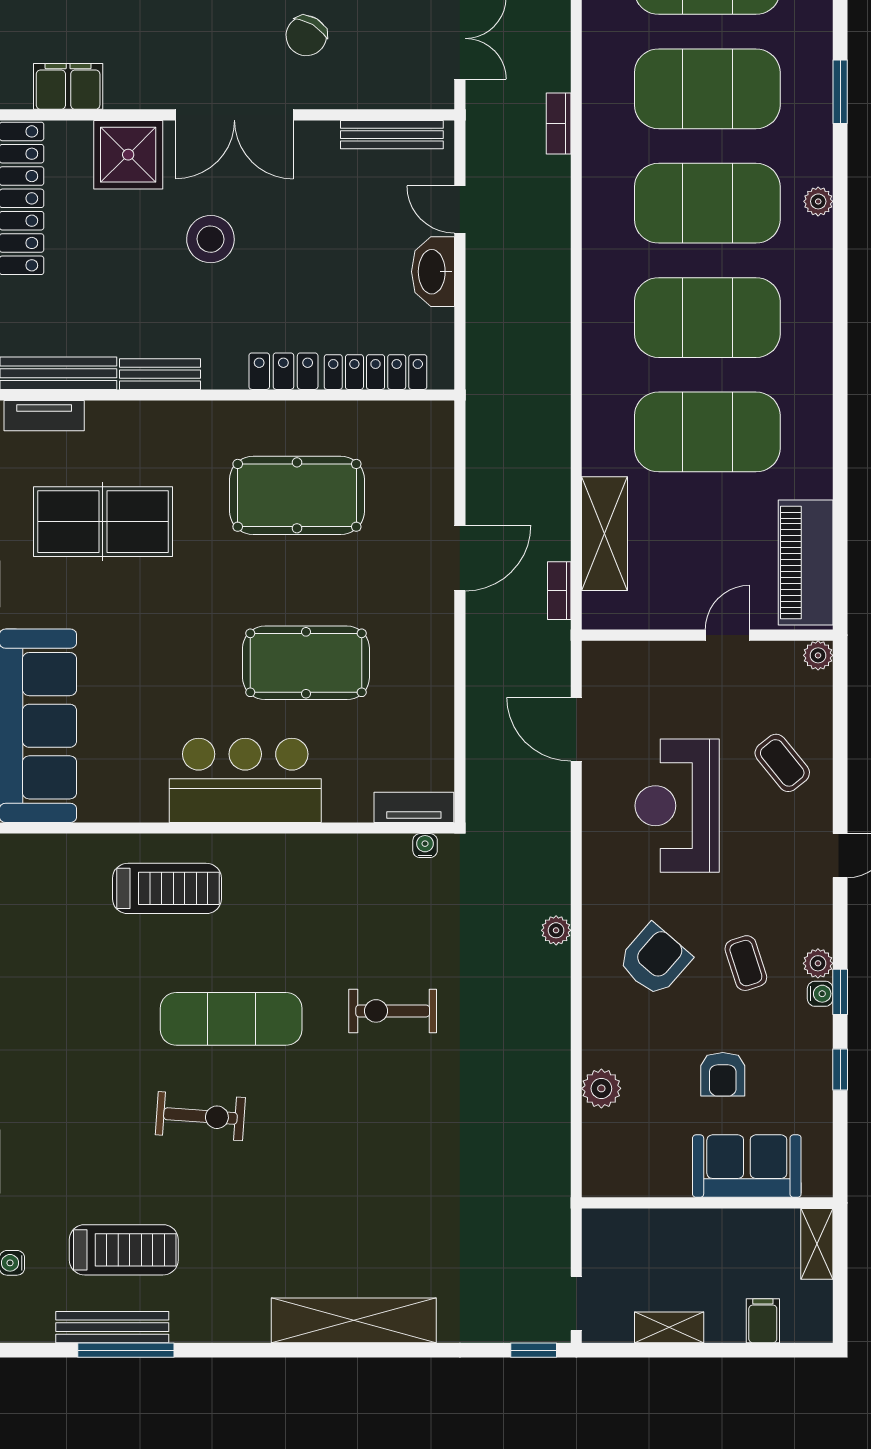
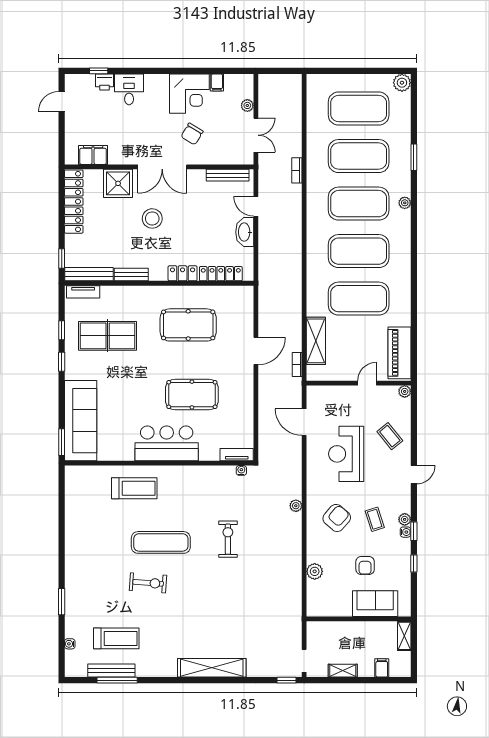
exercise bike: (393, 1011) -> (228, 539), turned 90

